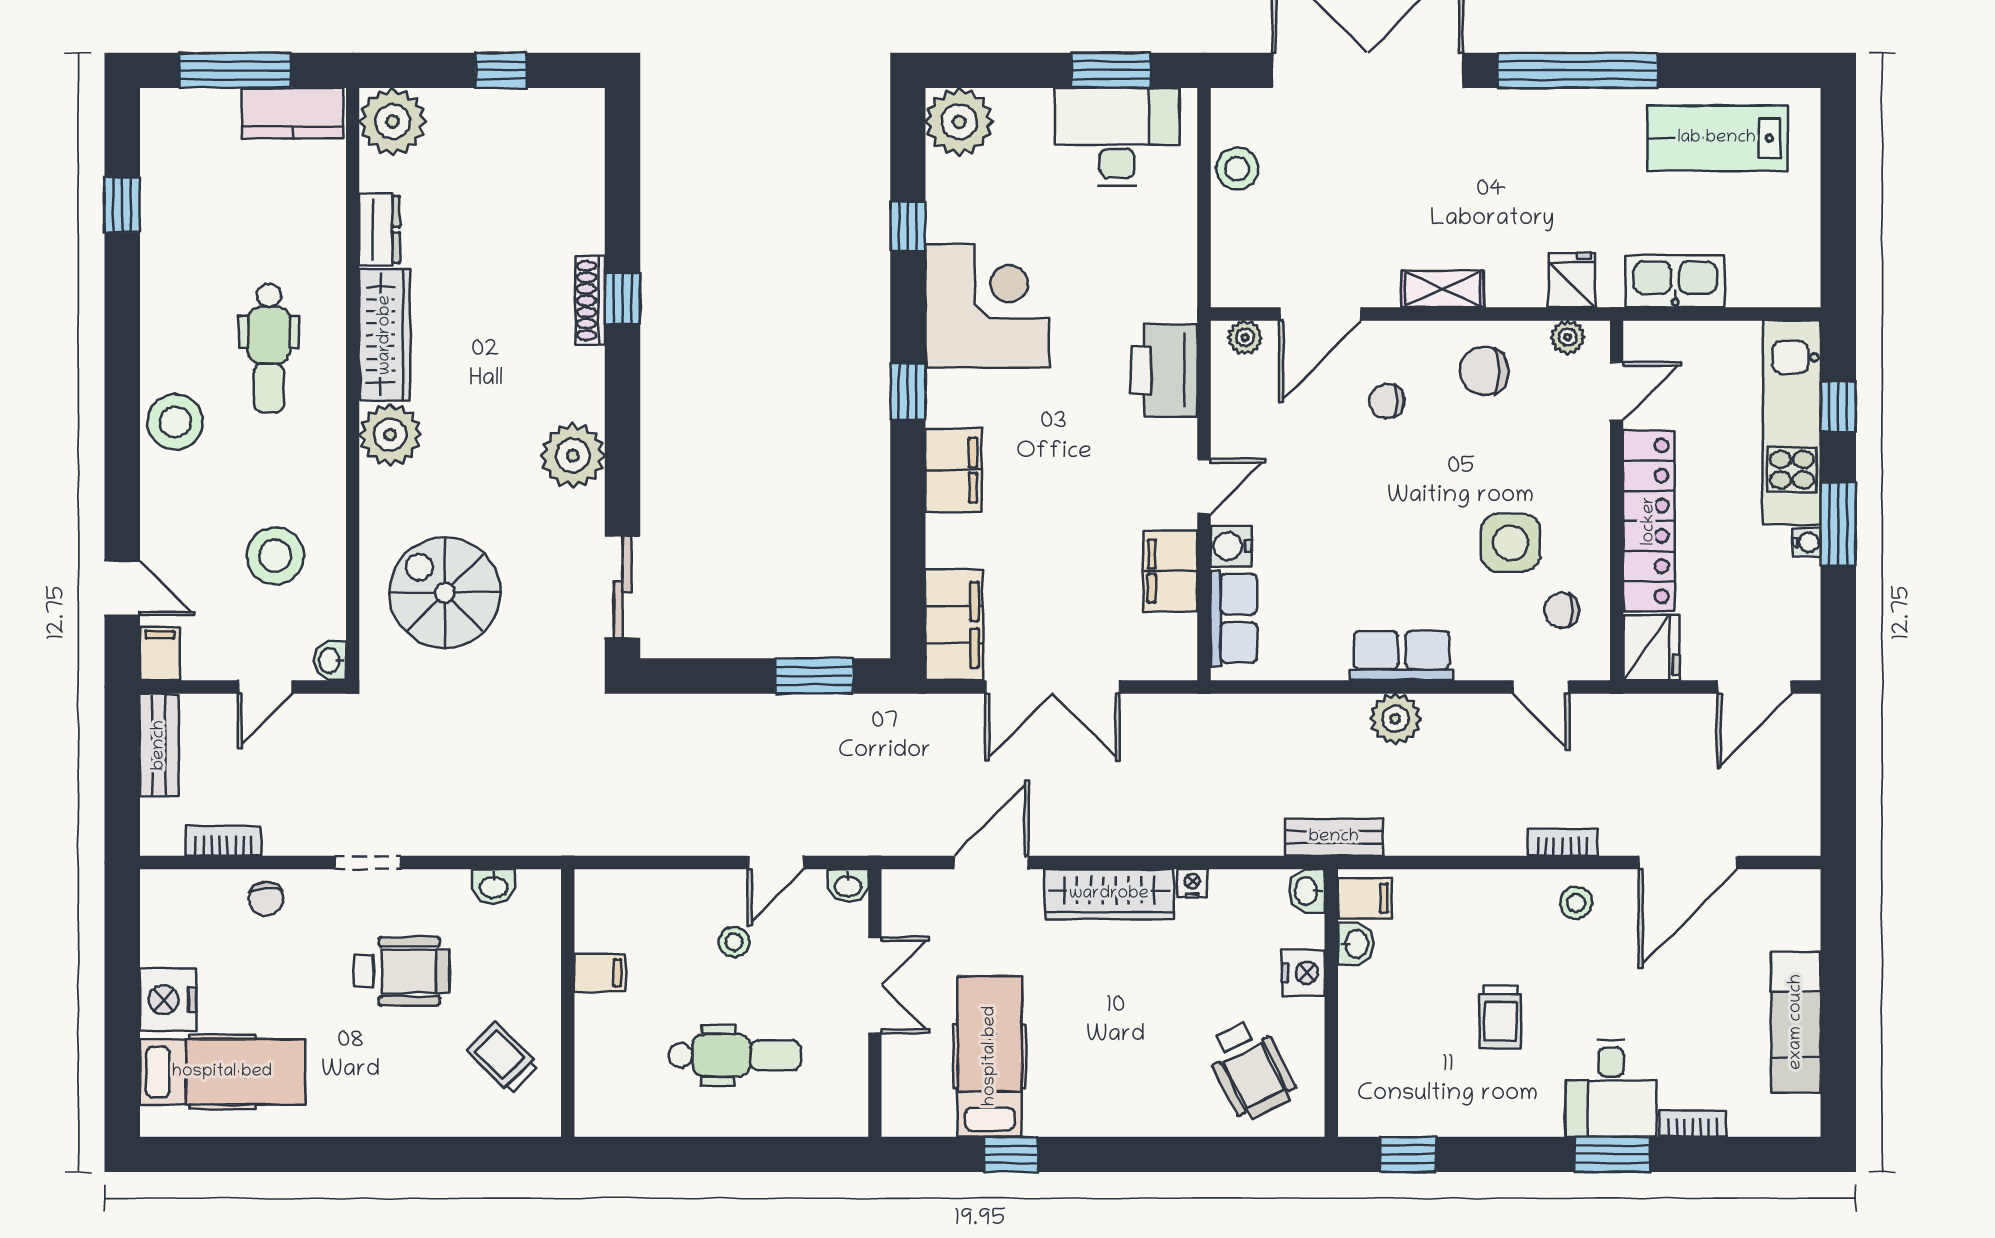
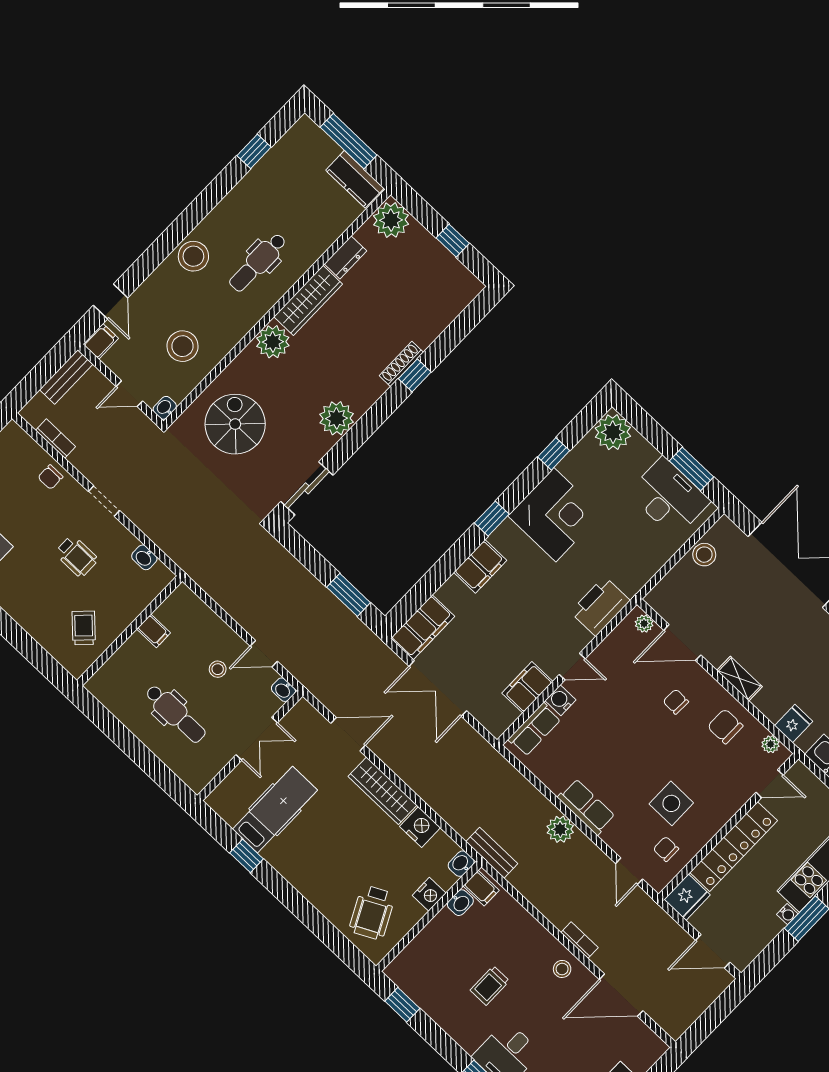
nightstand: (1192, 883) -> (420, 827), width x1.89, depth x1.79
wheelchair: (402, 971) -> (77, 556), width x0.73, depth x0.73

